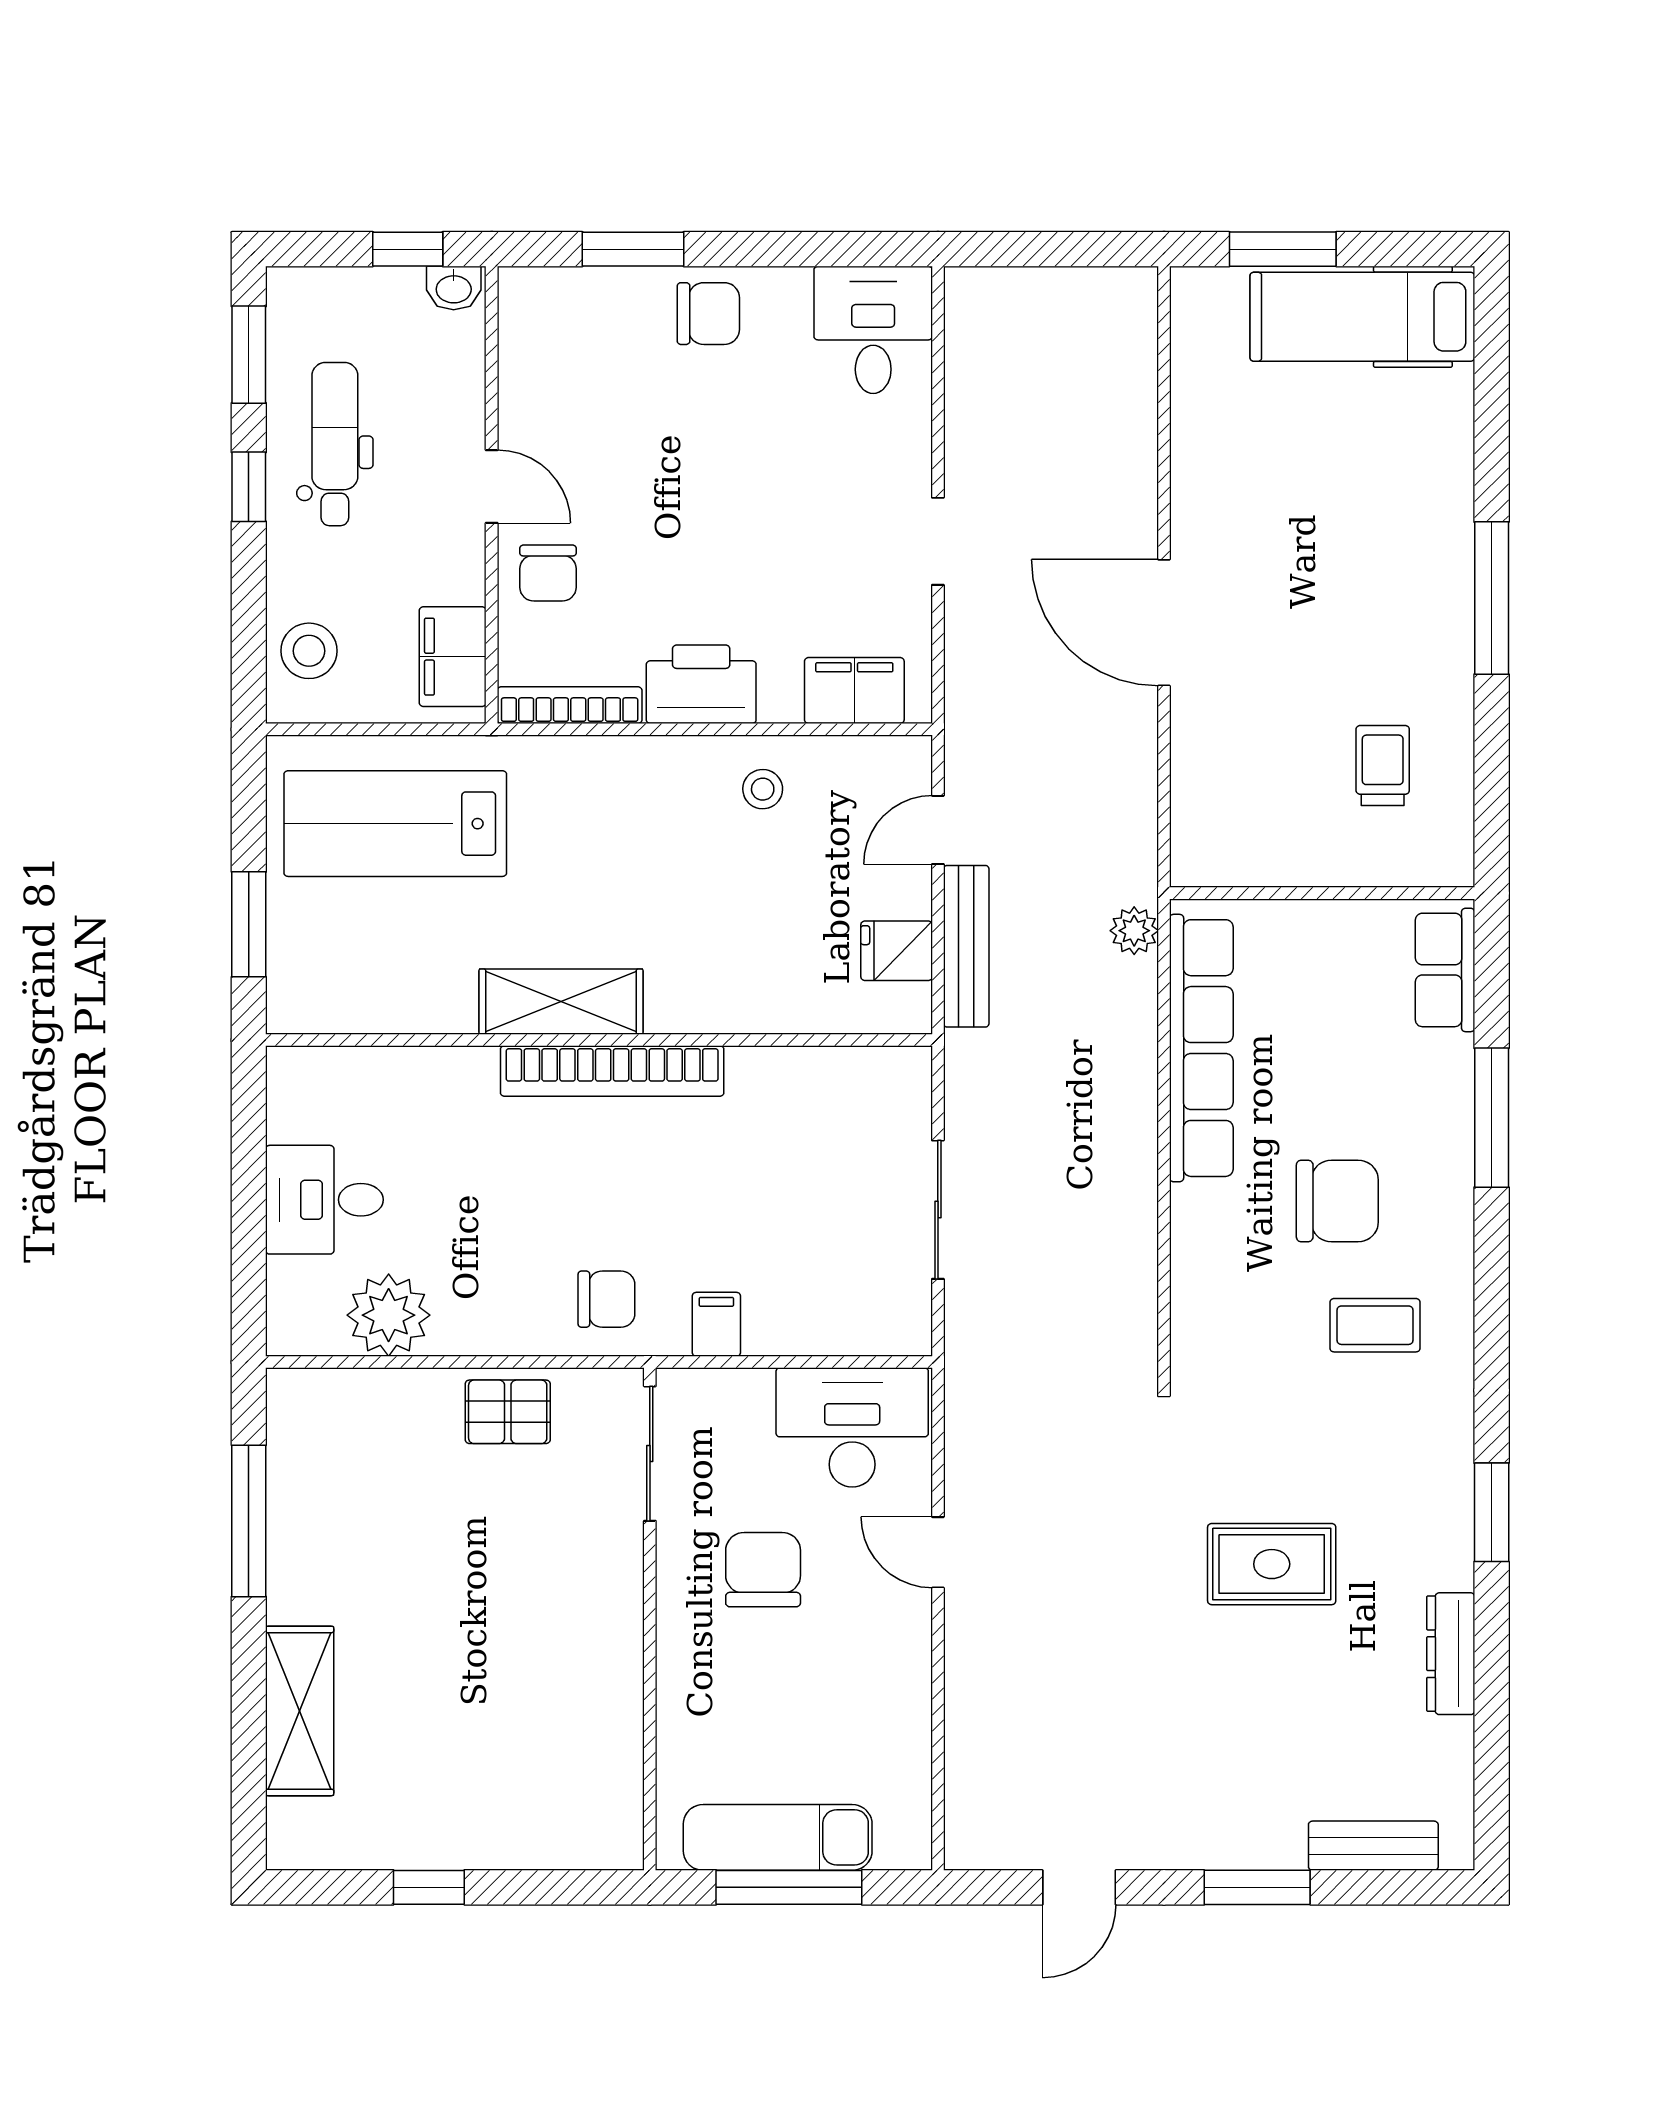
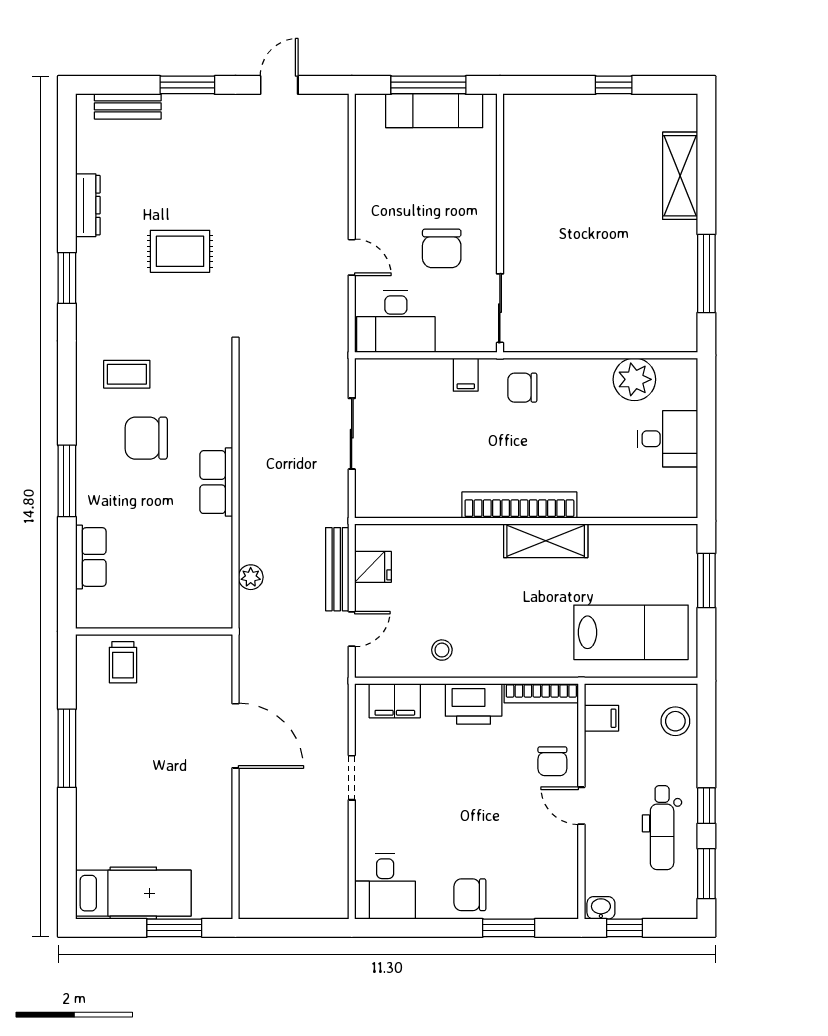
chair: (548, 573) -> (552, 761), turned 180
filing cabinet: (453, 657) -> (601, 718), width x0.50
wall: (1322, 893) -> (154, 631), moved
row of seats: (1201, 1048) -> (216, 482), width x0.50
pallet: (508, 1412) -> (573, 330), removed

